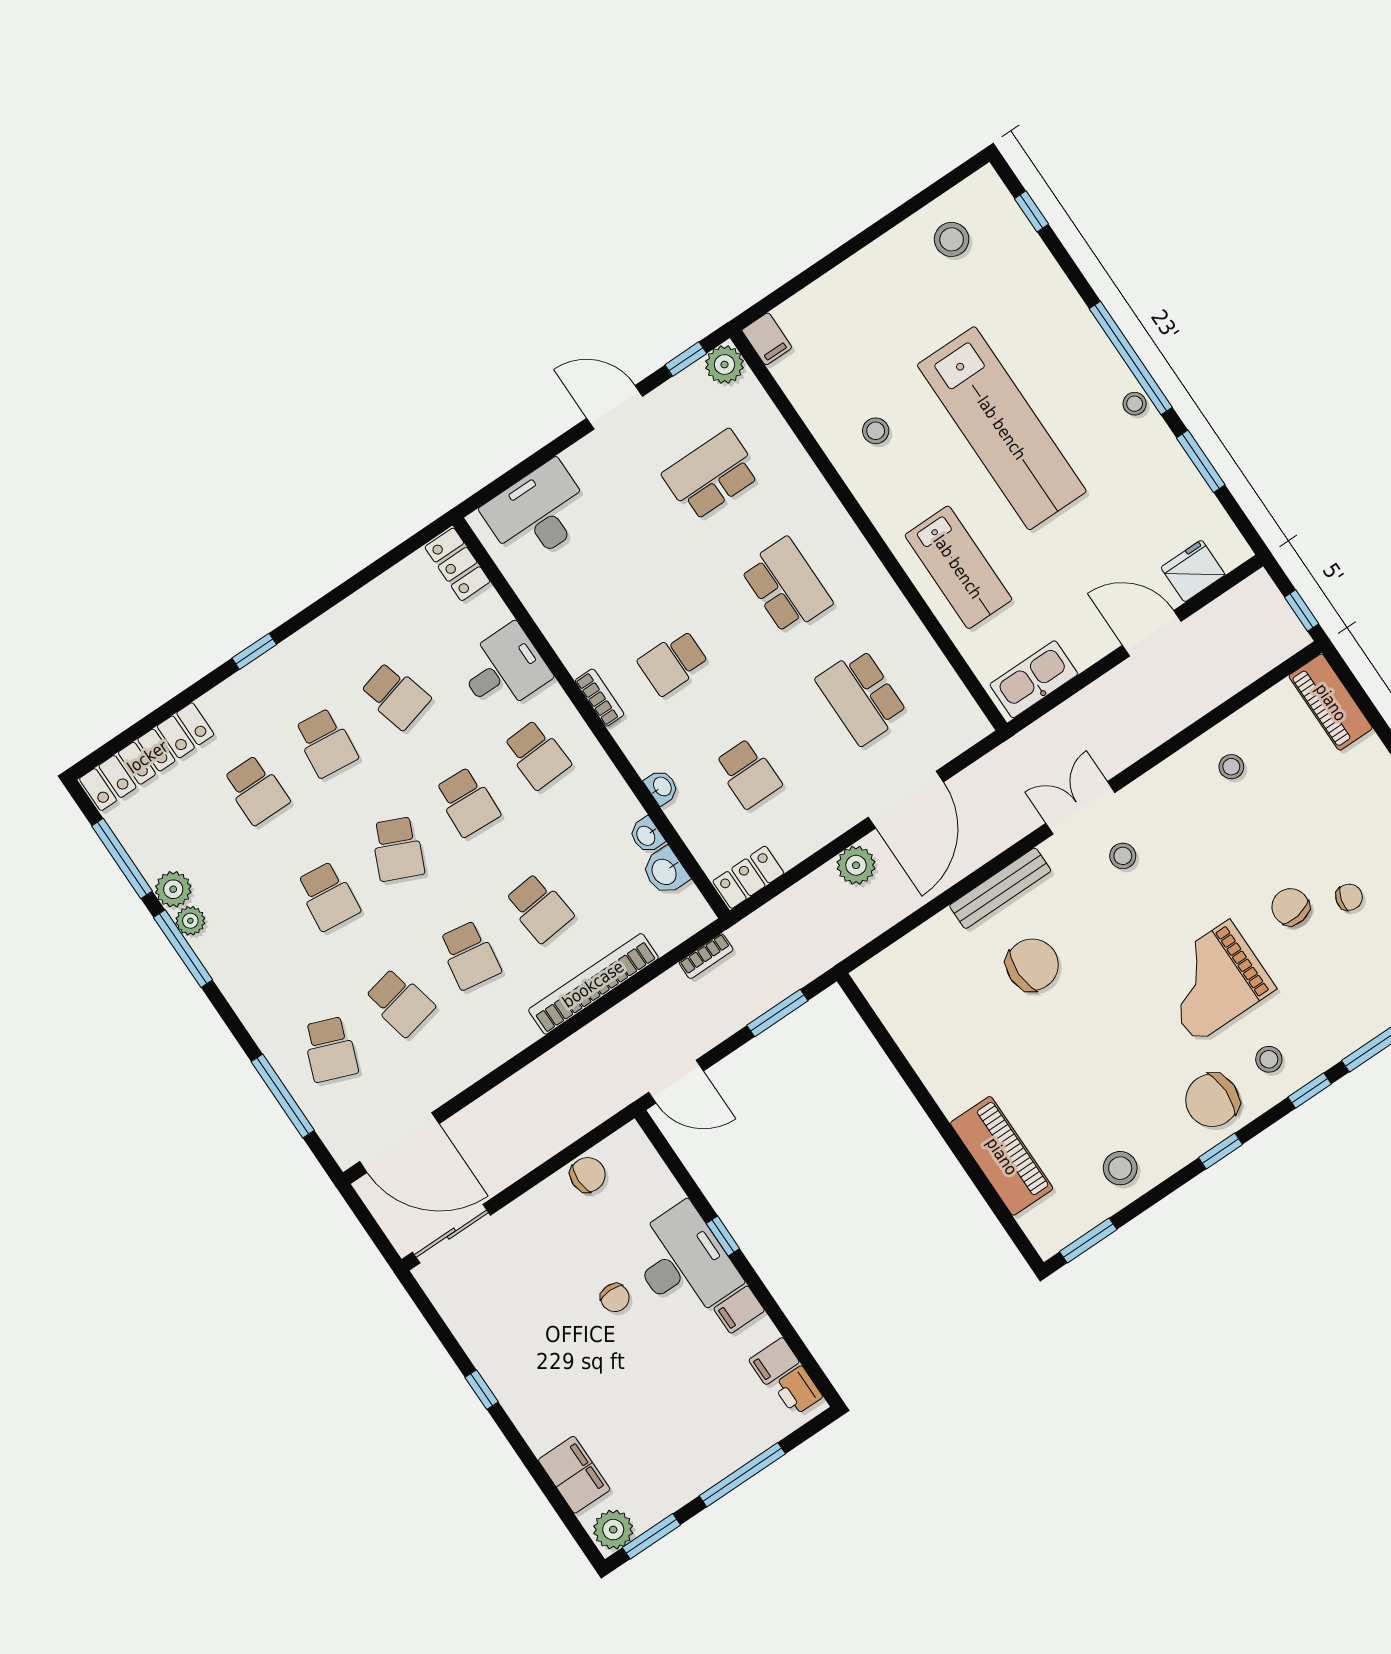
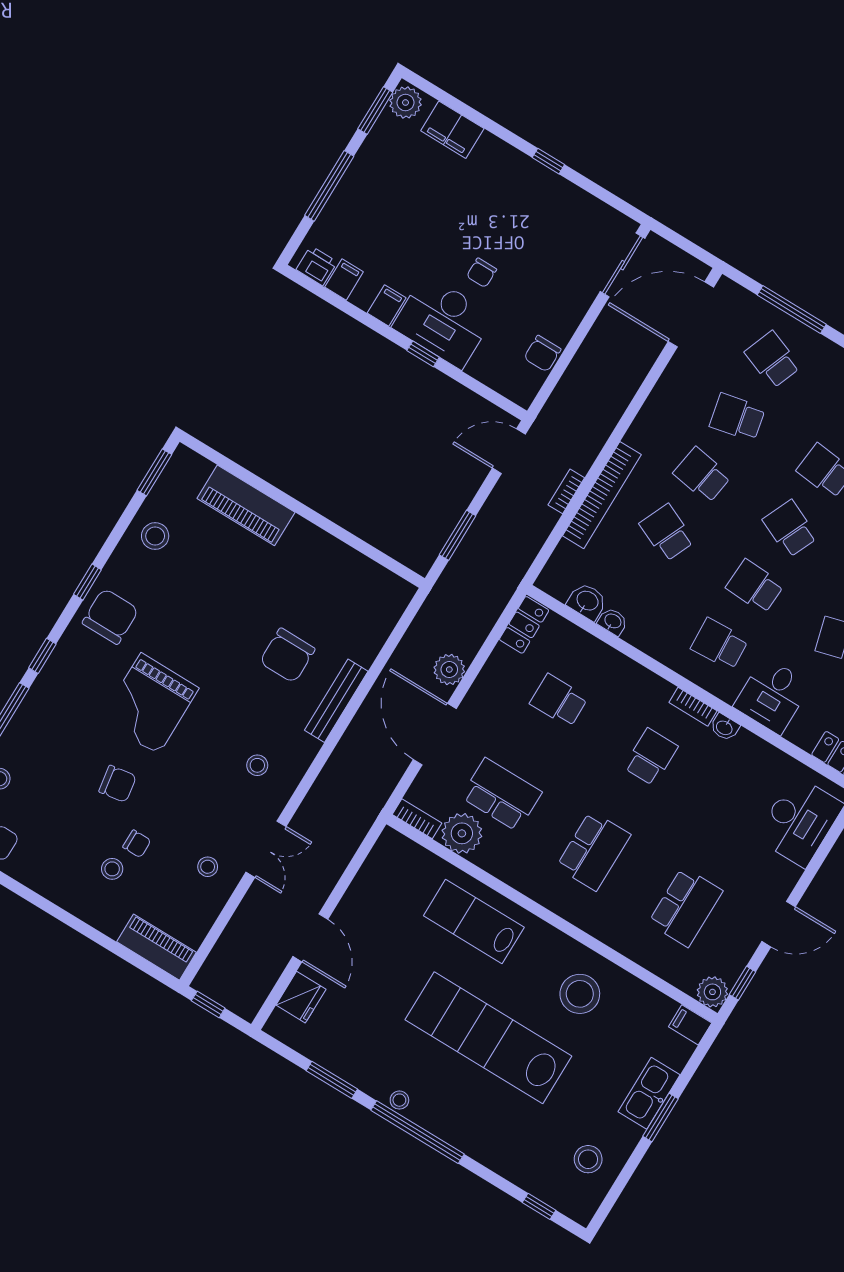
window: (848, 249) -> (661, 1117), added
stool: (876, 431) -> (580, 994), width x1.89, depth x1.89
school desk: (786, 586) -> (593, 851), turned -90
door: (1152, 633) -> (310, 938), hinge flipped
plant: (926, 673) -> (462, 833), added
kitchen sink: (1034, 679) -> (649, 1093), moved, turned 180
bookcase: (970, 713) -> (417, 819), added
washbasin: (662, 787) -> (725, 727), moved
double door: (1080, 808) -> (266, 849), moved
chair: (1349, 897) -> (137, 844), moved, turned -105
school desk: (539, 908) -> (667, 533), turned 30
bookcase: (706, 956) -> (566, 491), moved
grand piano: (1213, 981) -> (150, 704), turned 180
stool: (1269, 1059) -> (112, 869), moved
chair: (615, 1298) -> (482, 273), turned -90

